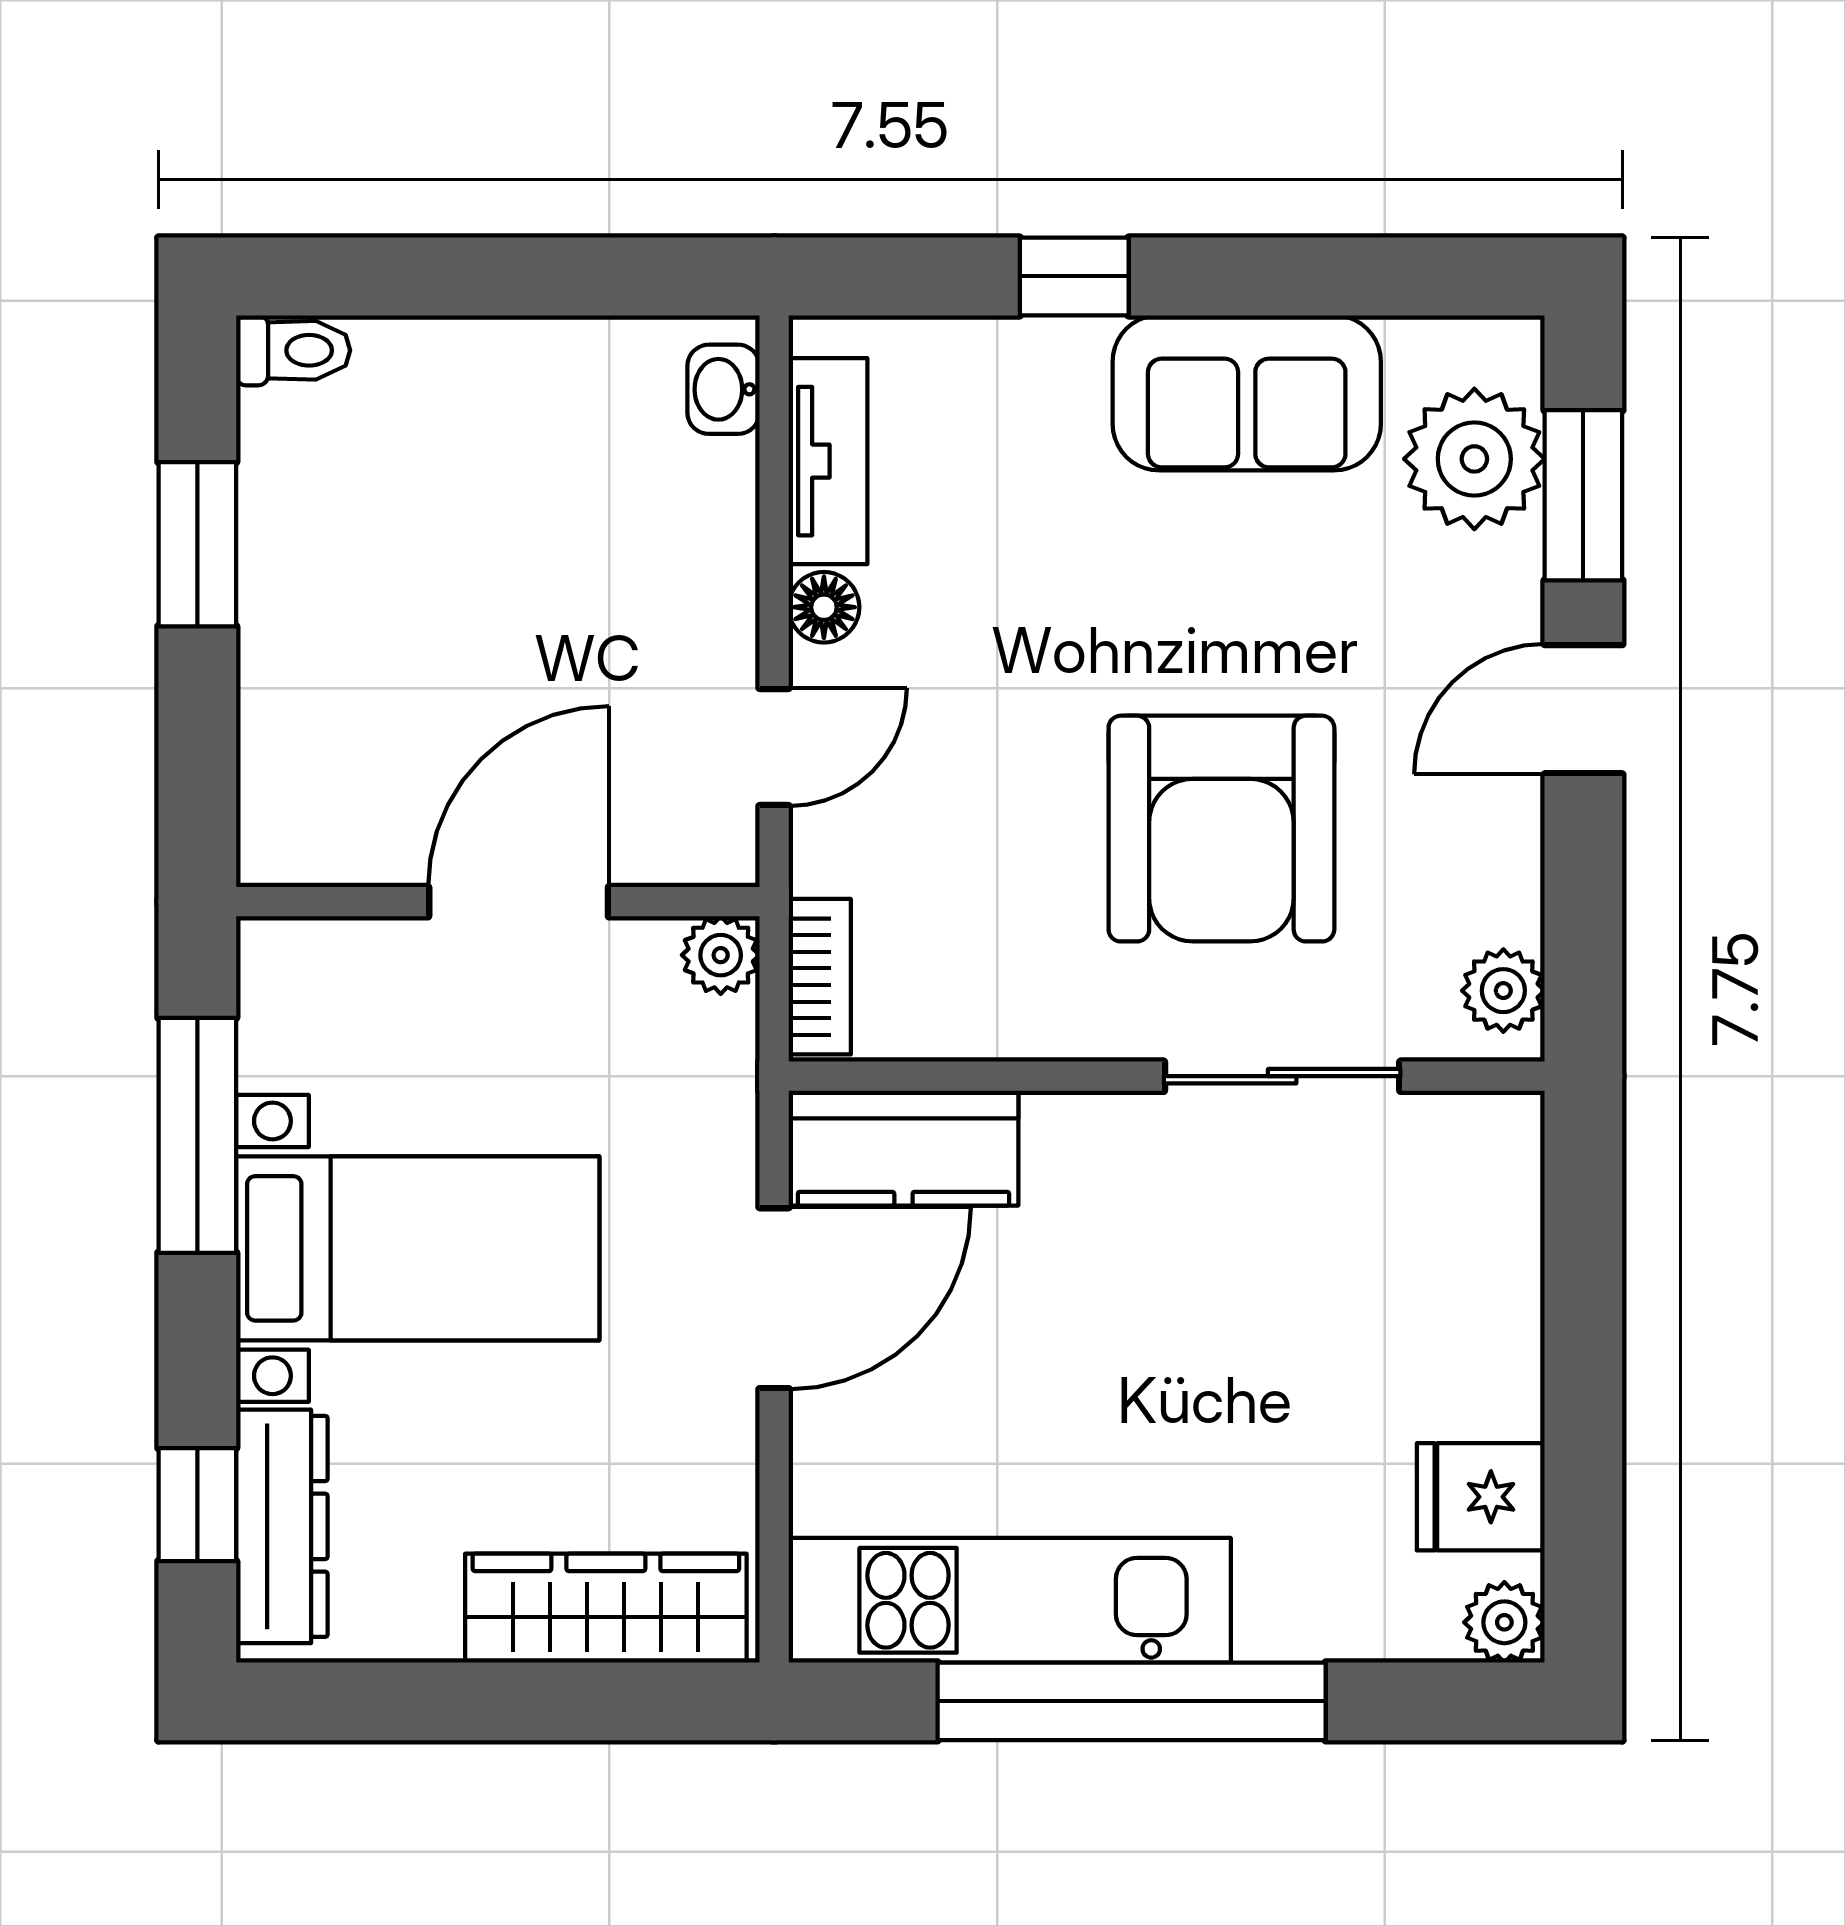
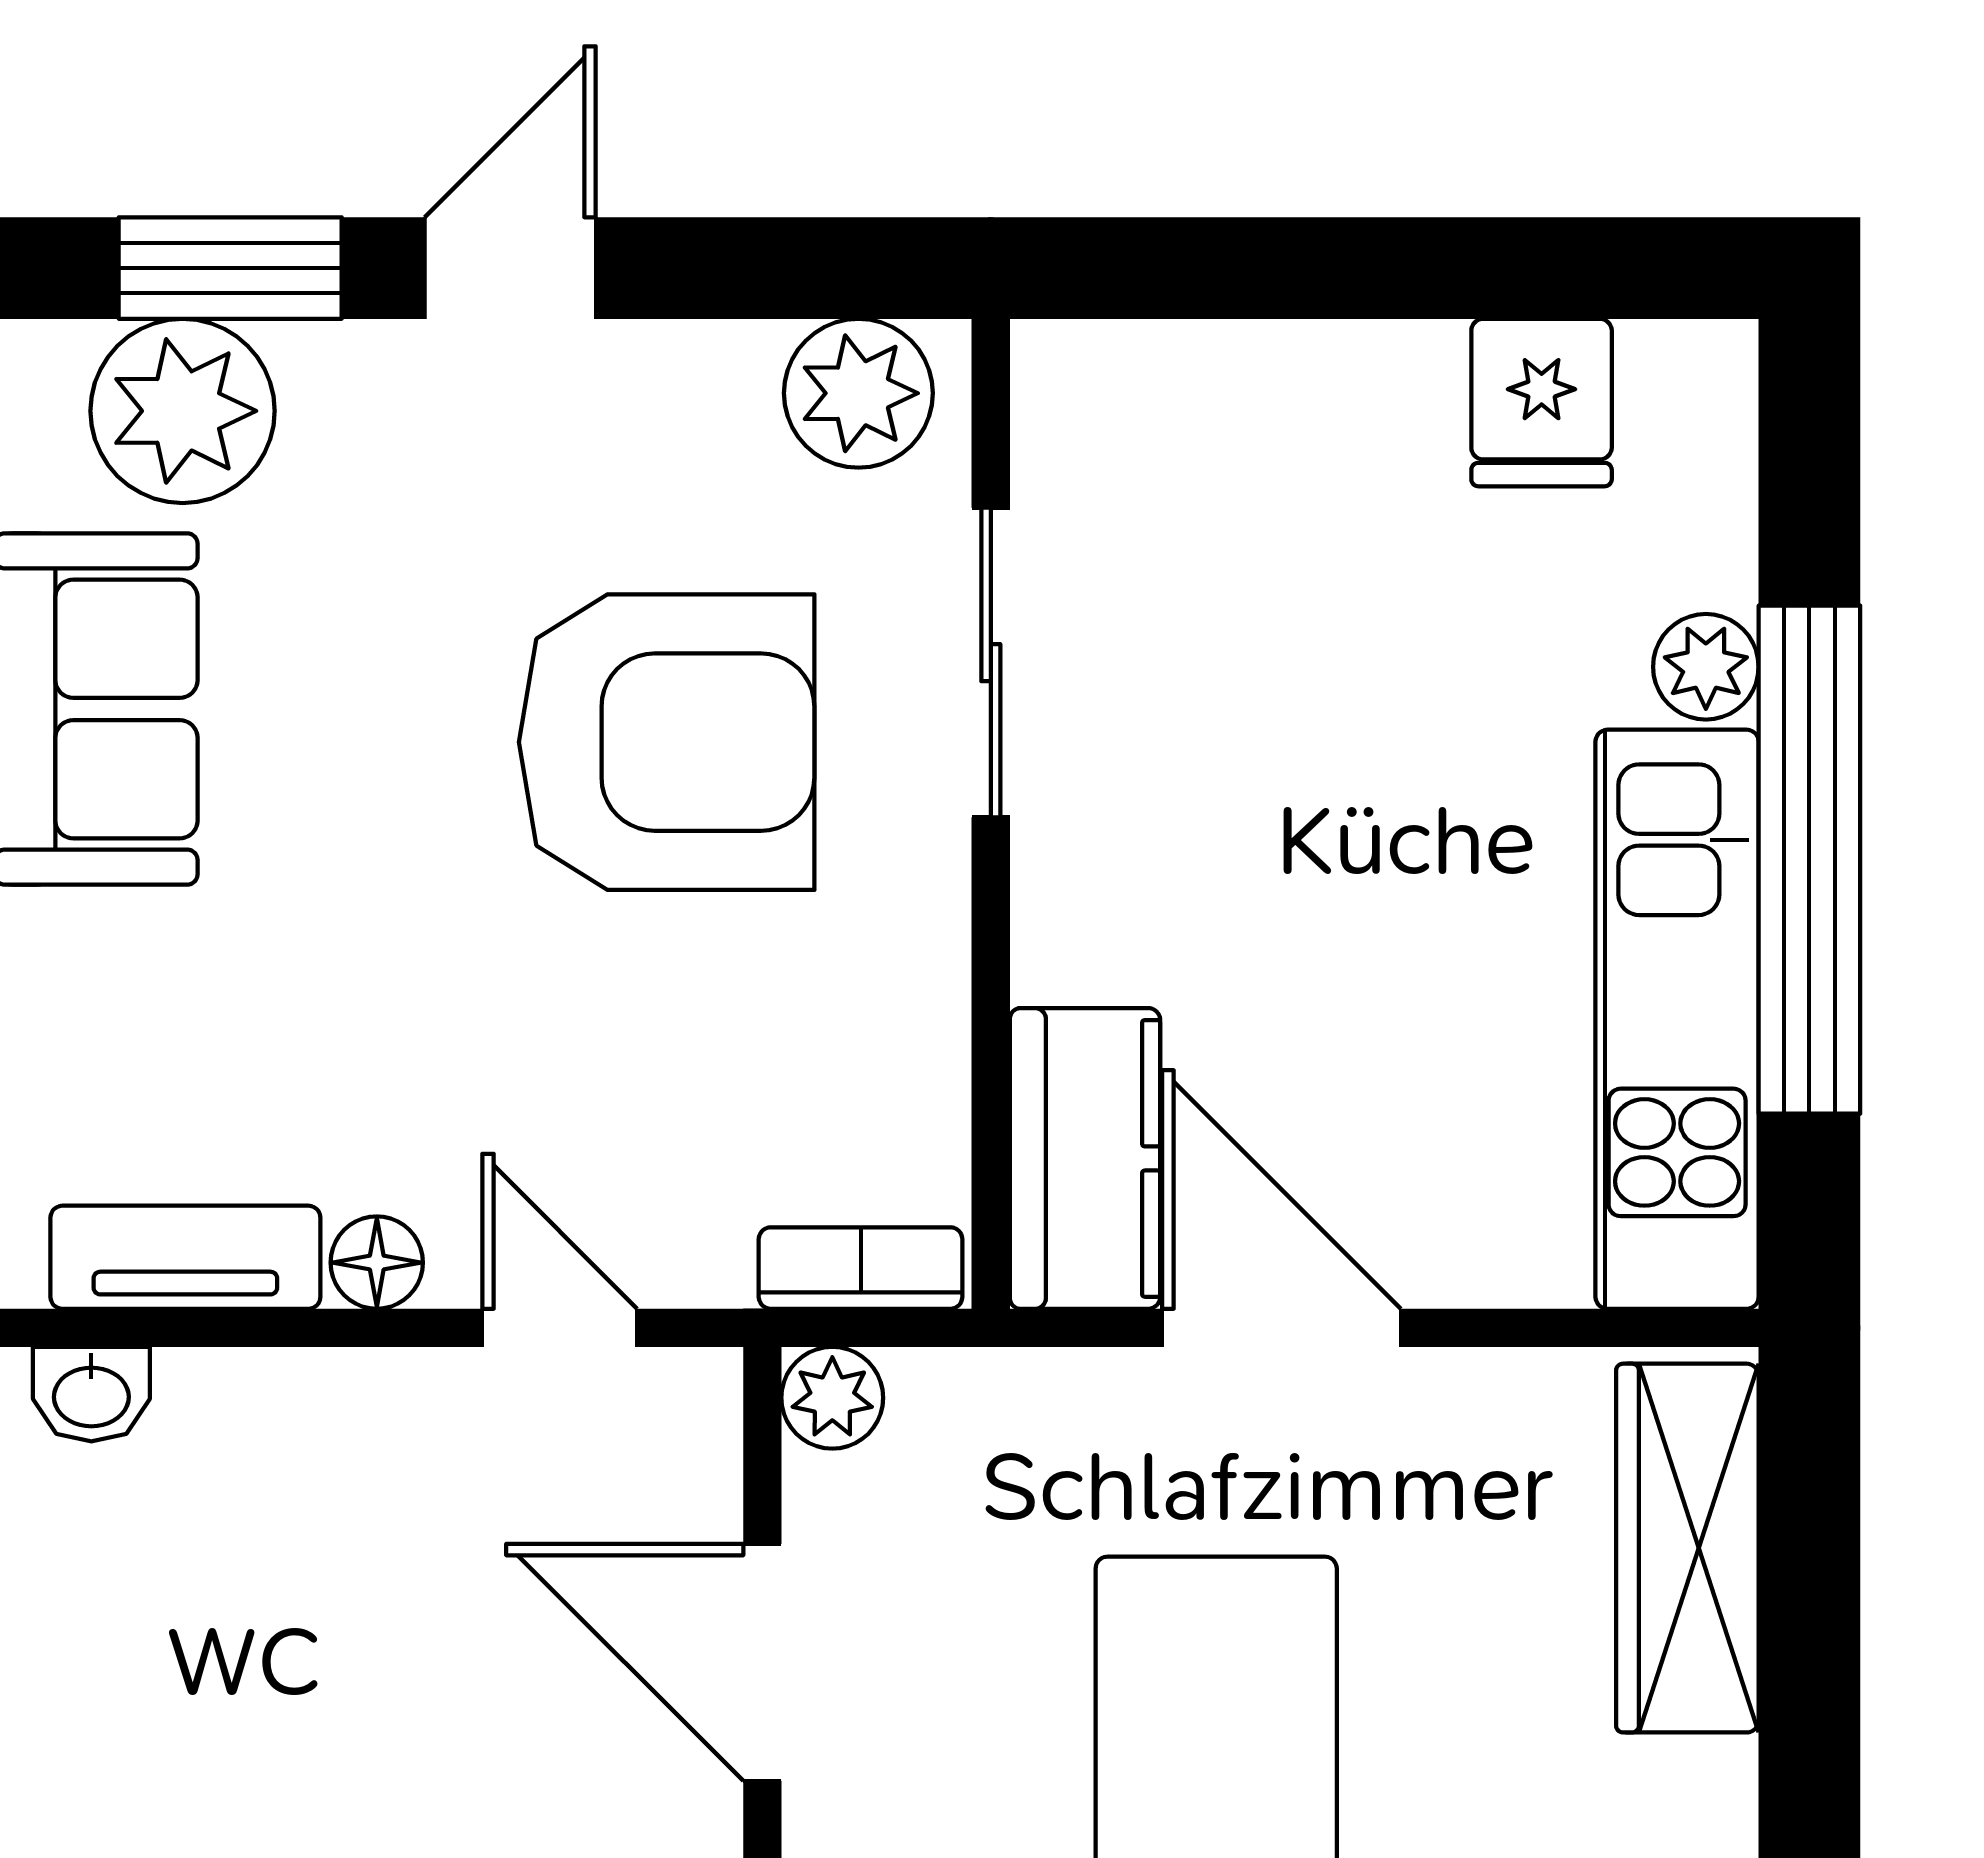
door: (1583, 709) -> (510, 268), swing flipped
plant: (1503, 991) -> (858, 393), width x1.38, depth x1.38
plant: (1504, 1622) -> (1706, 667), moved

